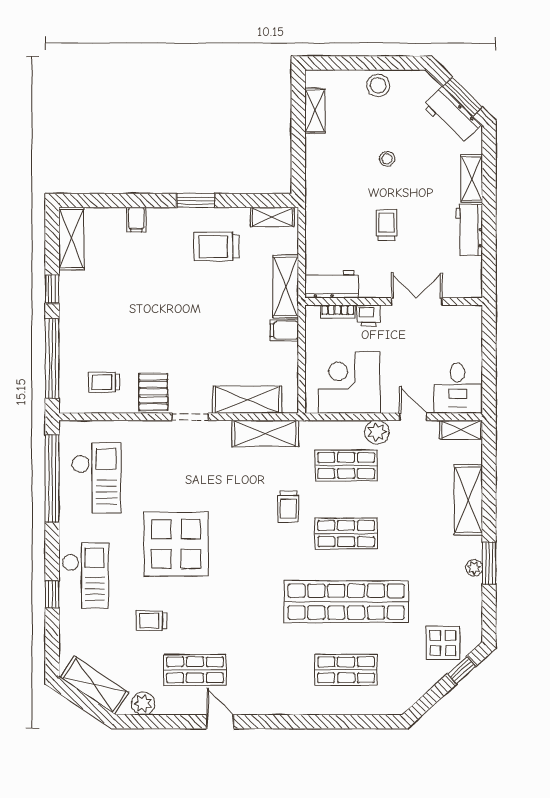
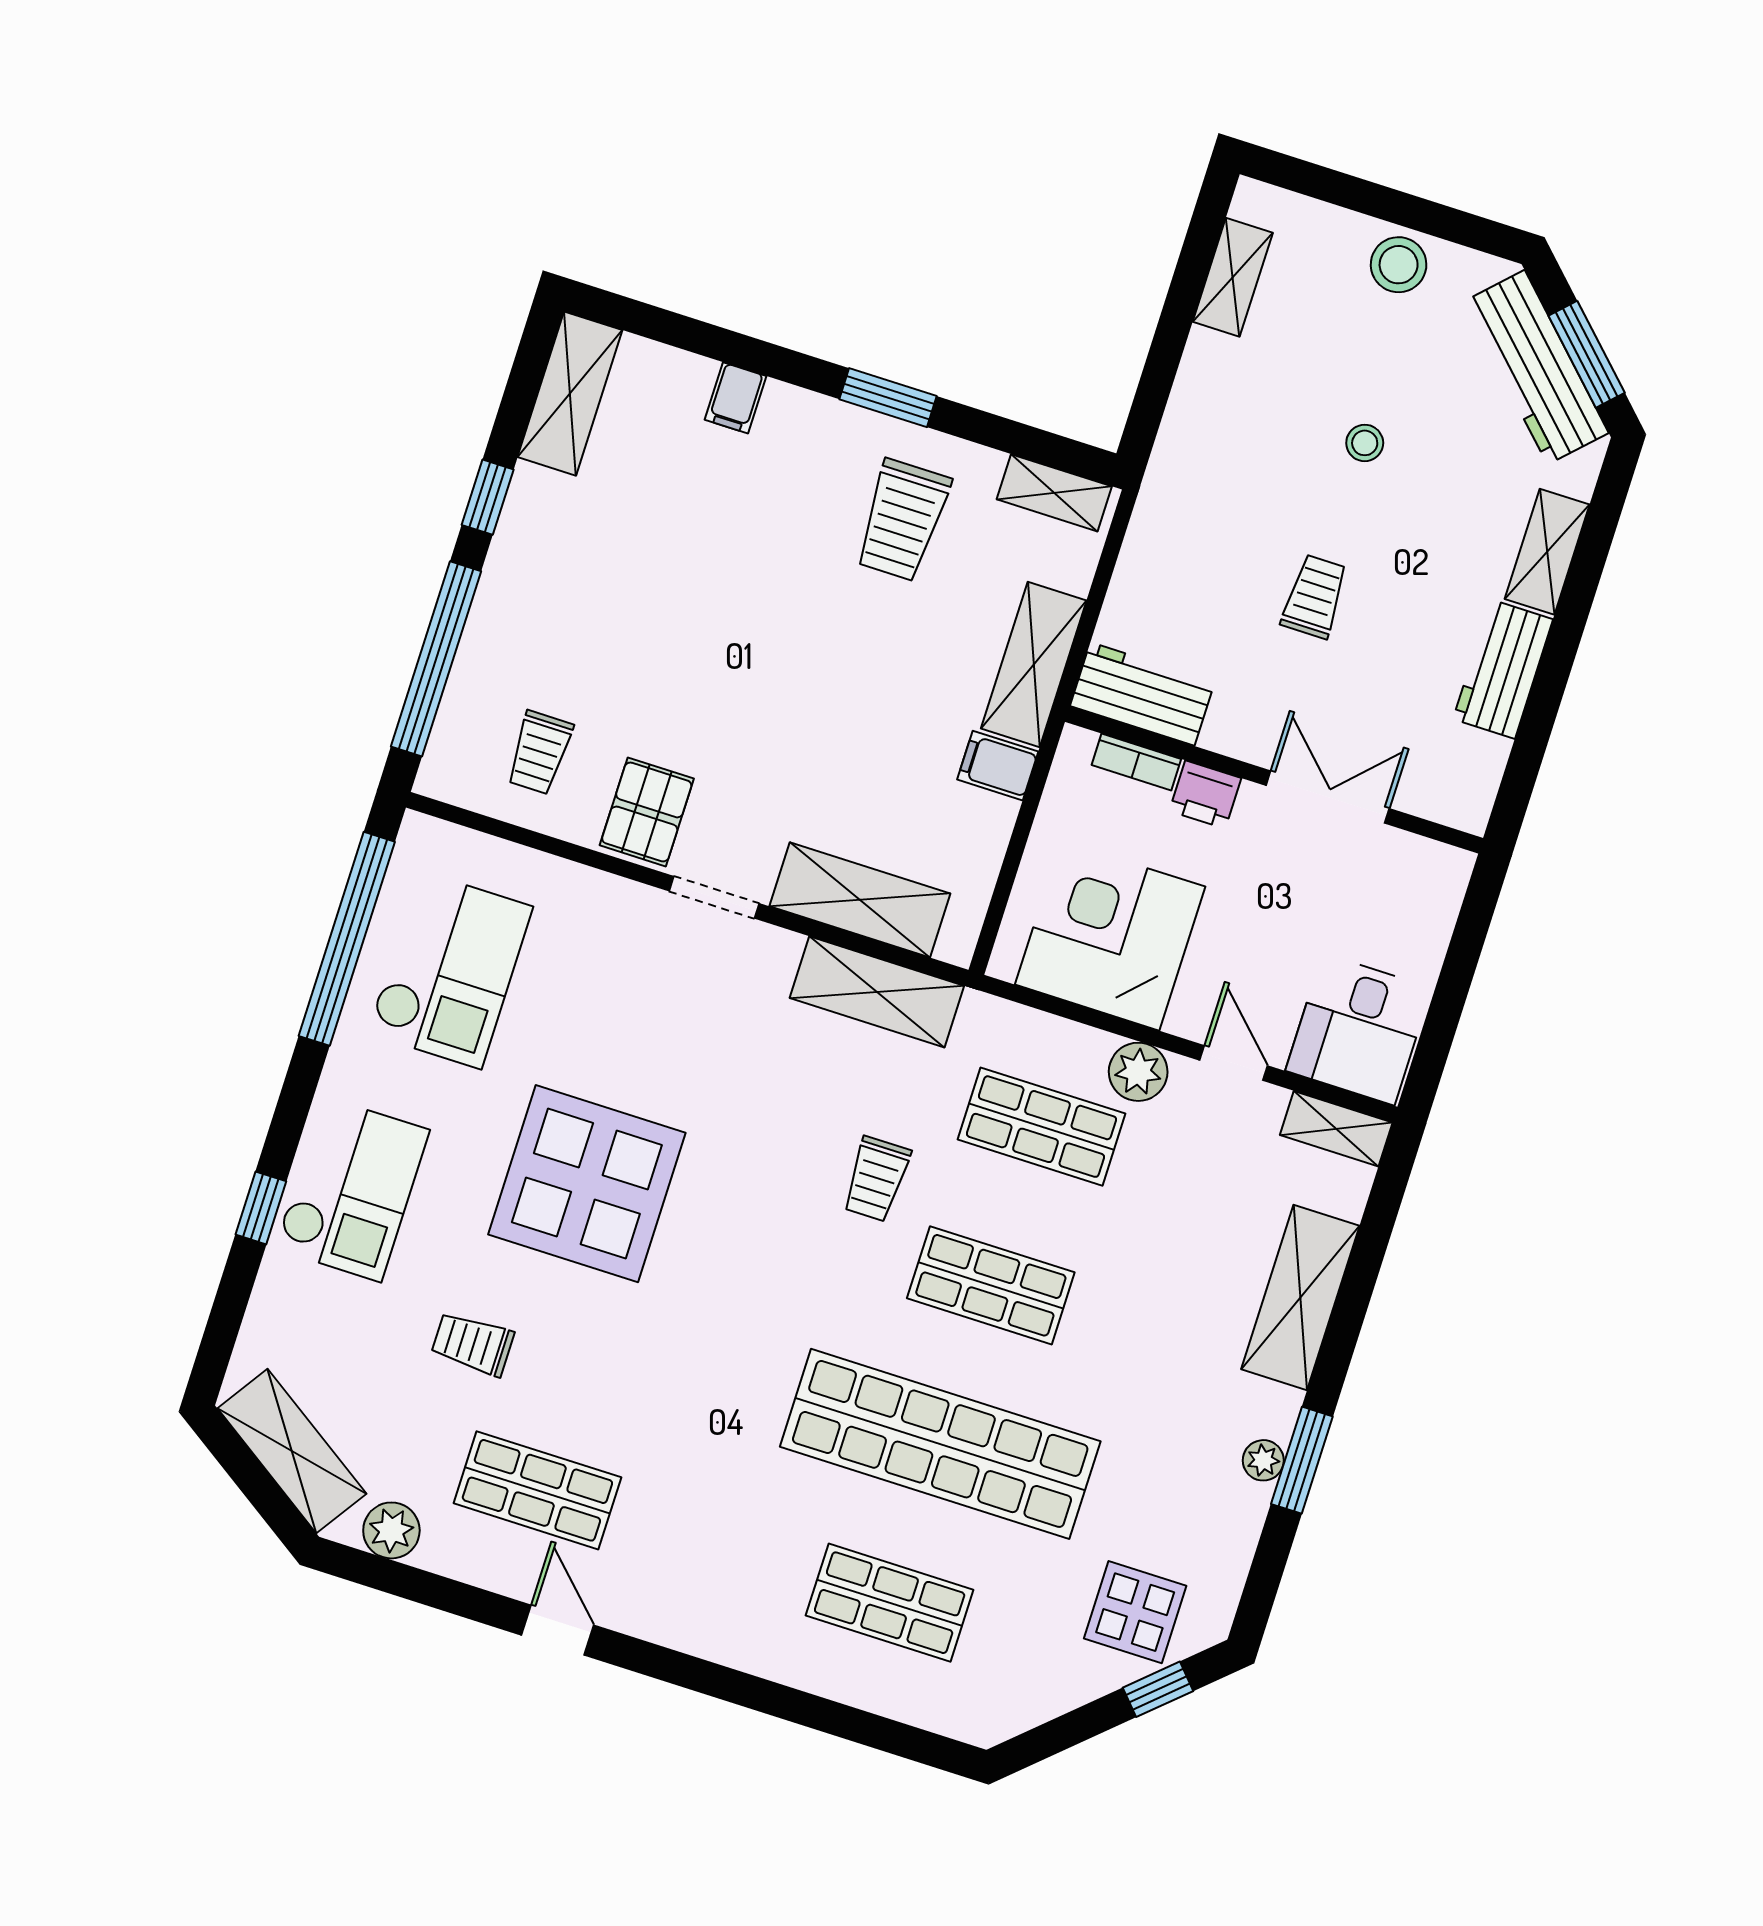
workbench: (452, 115) -> (1536, 367), width x1.37
trolley: (217, 246) -> (902, 520), turned -90
trolley: (104, 382) -> (540, 753), turned -90

